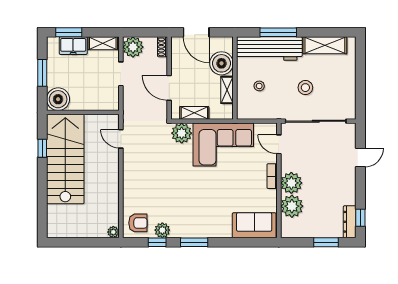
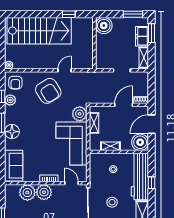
window: (278, 32) -> (152, 183), width x0.46
plant: (133, 47) -> (141, 79), removed
boiler: (221, 63) -> (140, 142), moved
window: (42, 73) -> (133, 14), moved
door: (169, 88) -> (124, 105), moved
door: (121, 139) -> (65, 70), moved
door: (279, 144) -> (72, 183), hinge flipped
stairs: (65, 159) -> (39, 31), moved
armchair: (150, 177) -> (48, 91), added
floor lamp: (207, 228) -> (12, 132), added

